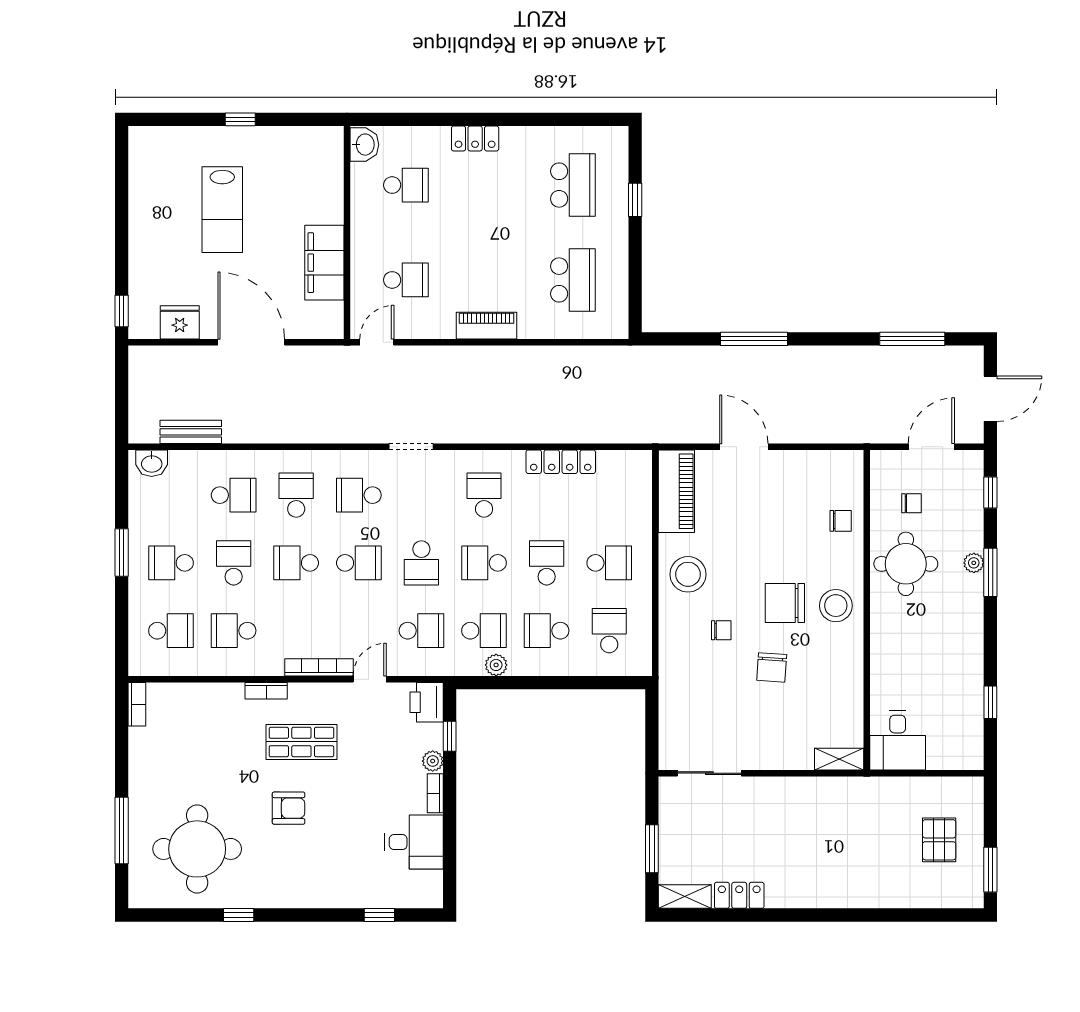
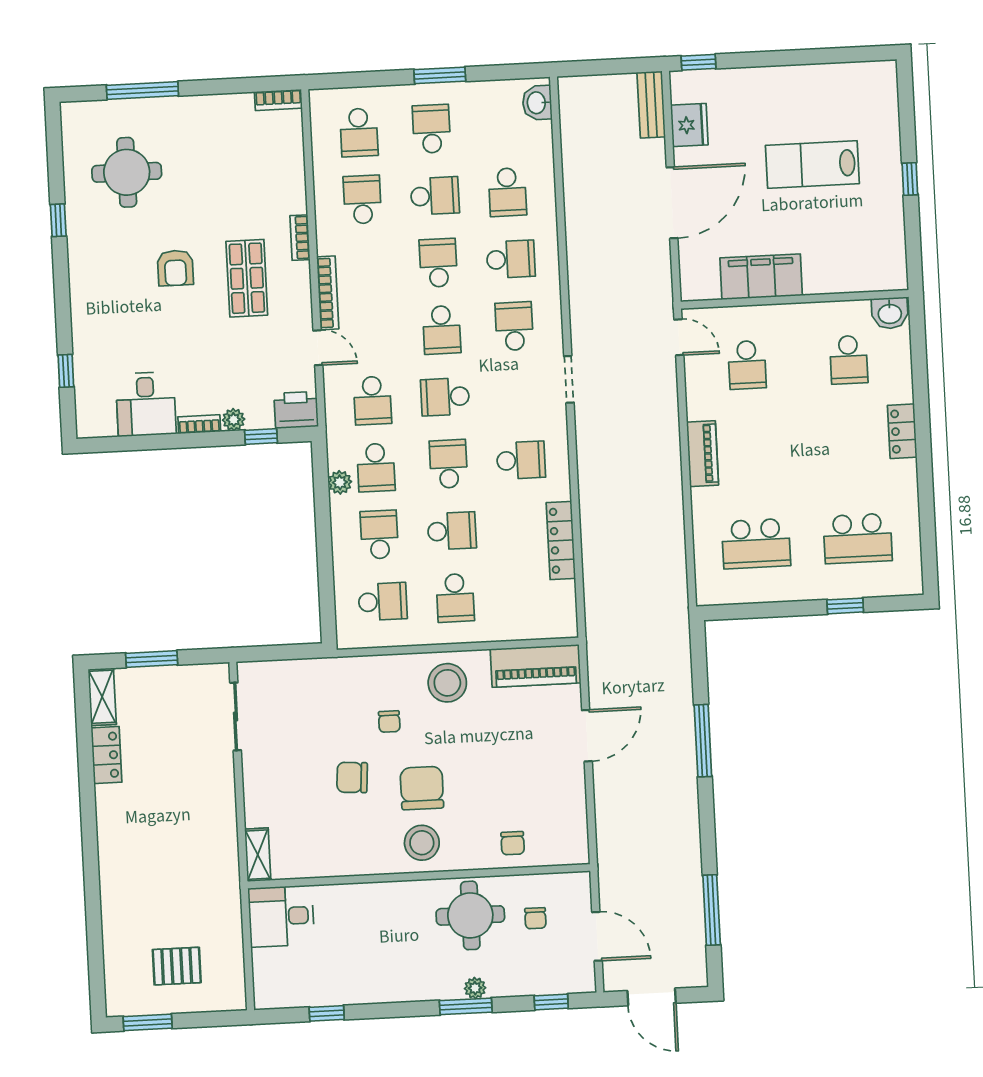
bench: (191, 432) -> (651, 105), moved
round table: (197, 849) -> (127, 172), width x0.73, depth x0.73

